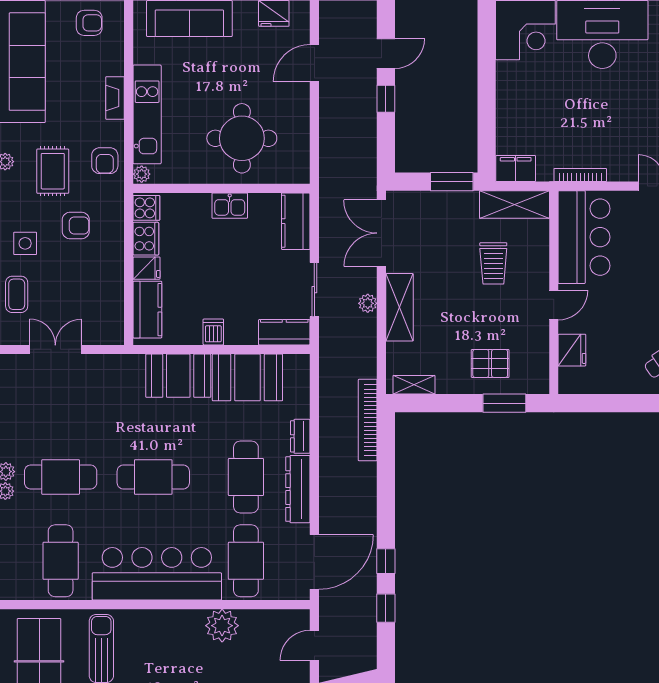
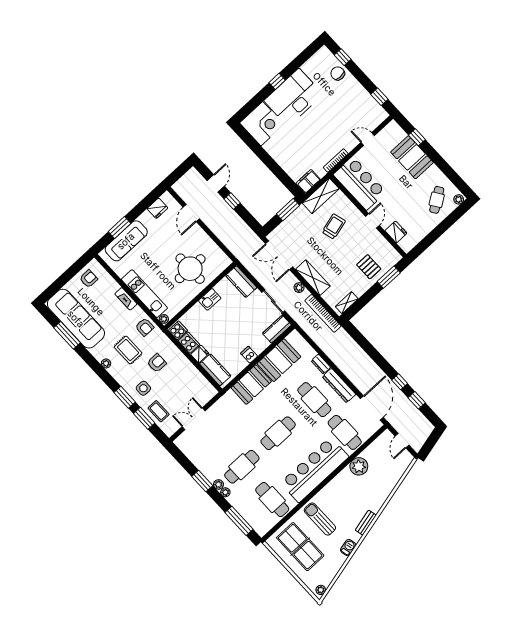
trolley: (493, 263) -> (334, 226), turned -105
pallet: (490, 363) -> (369, 267), turned 90
bookcase: (368, 420) -> (323, 313), moved

